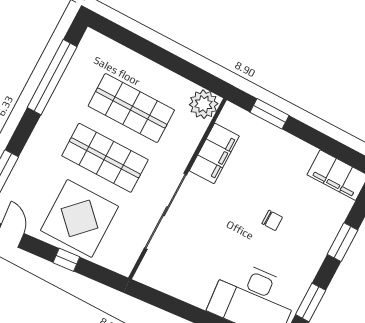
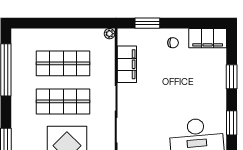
plant: (204, 104) -> (110, 34), width x0.53, depth x0.53
chair: (272, 220) -> (173, 43), moved

